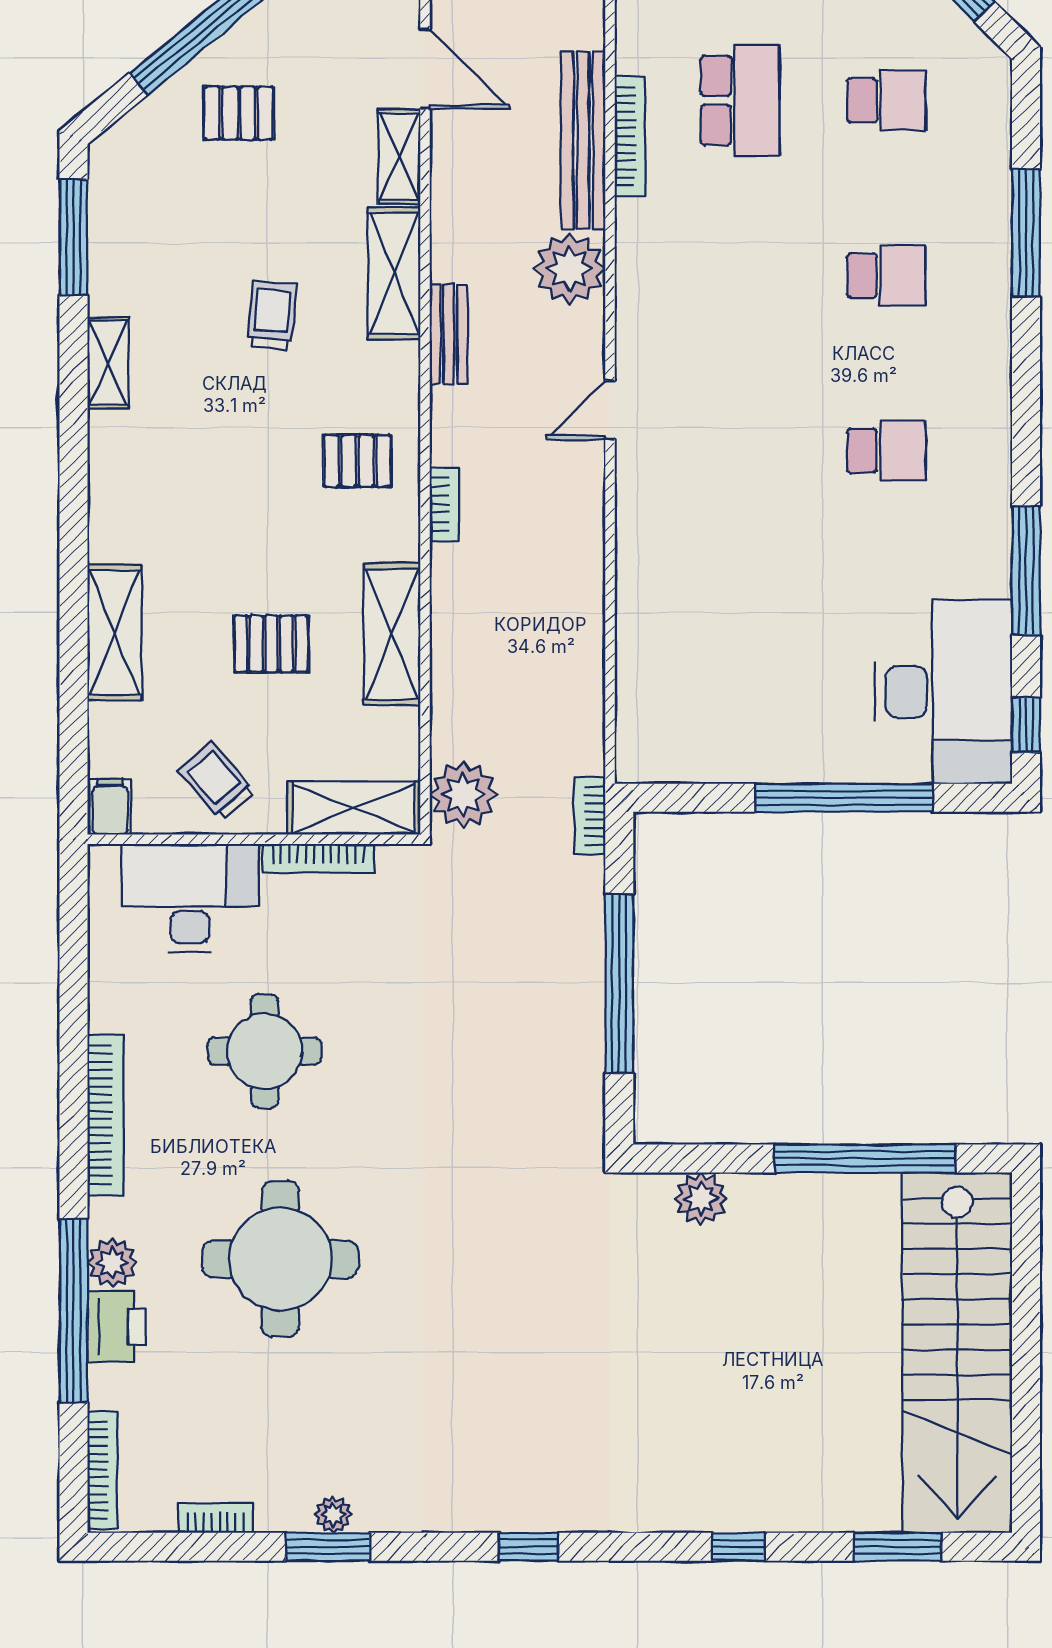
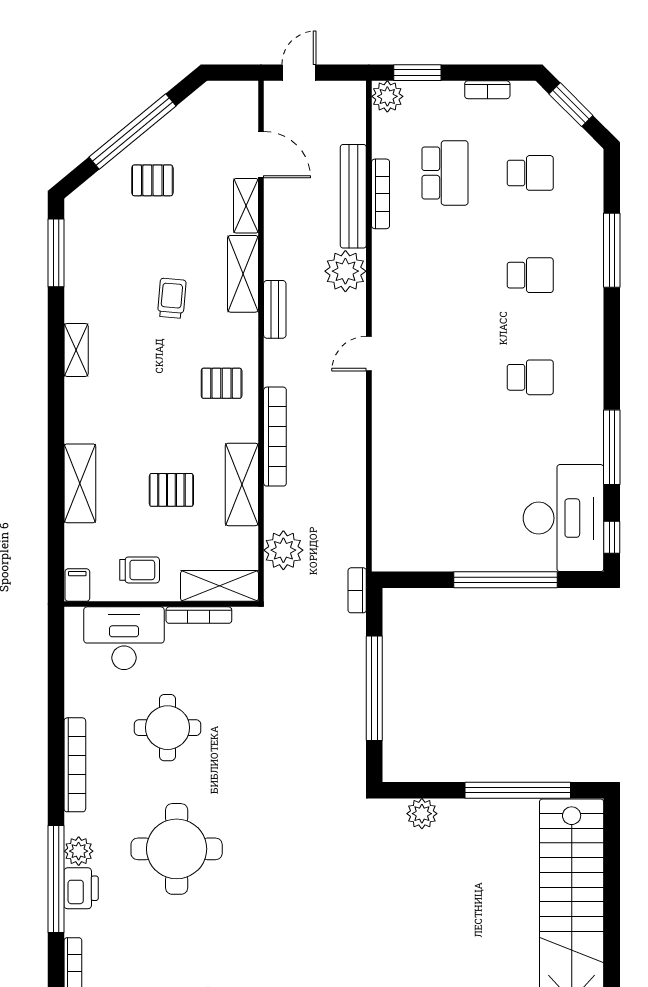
shelving: (108, 363) -> (76, 350), moved
bookcase: (444, 504) -> (275, 437), width x2.31, depth x1.31
trolley: (217, 781) -> (140, 570), turned 131
plant: (463, 795) -> (283, 550), moved

